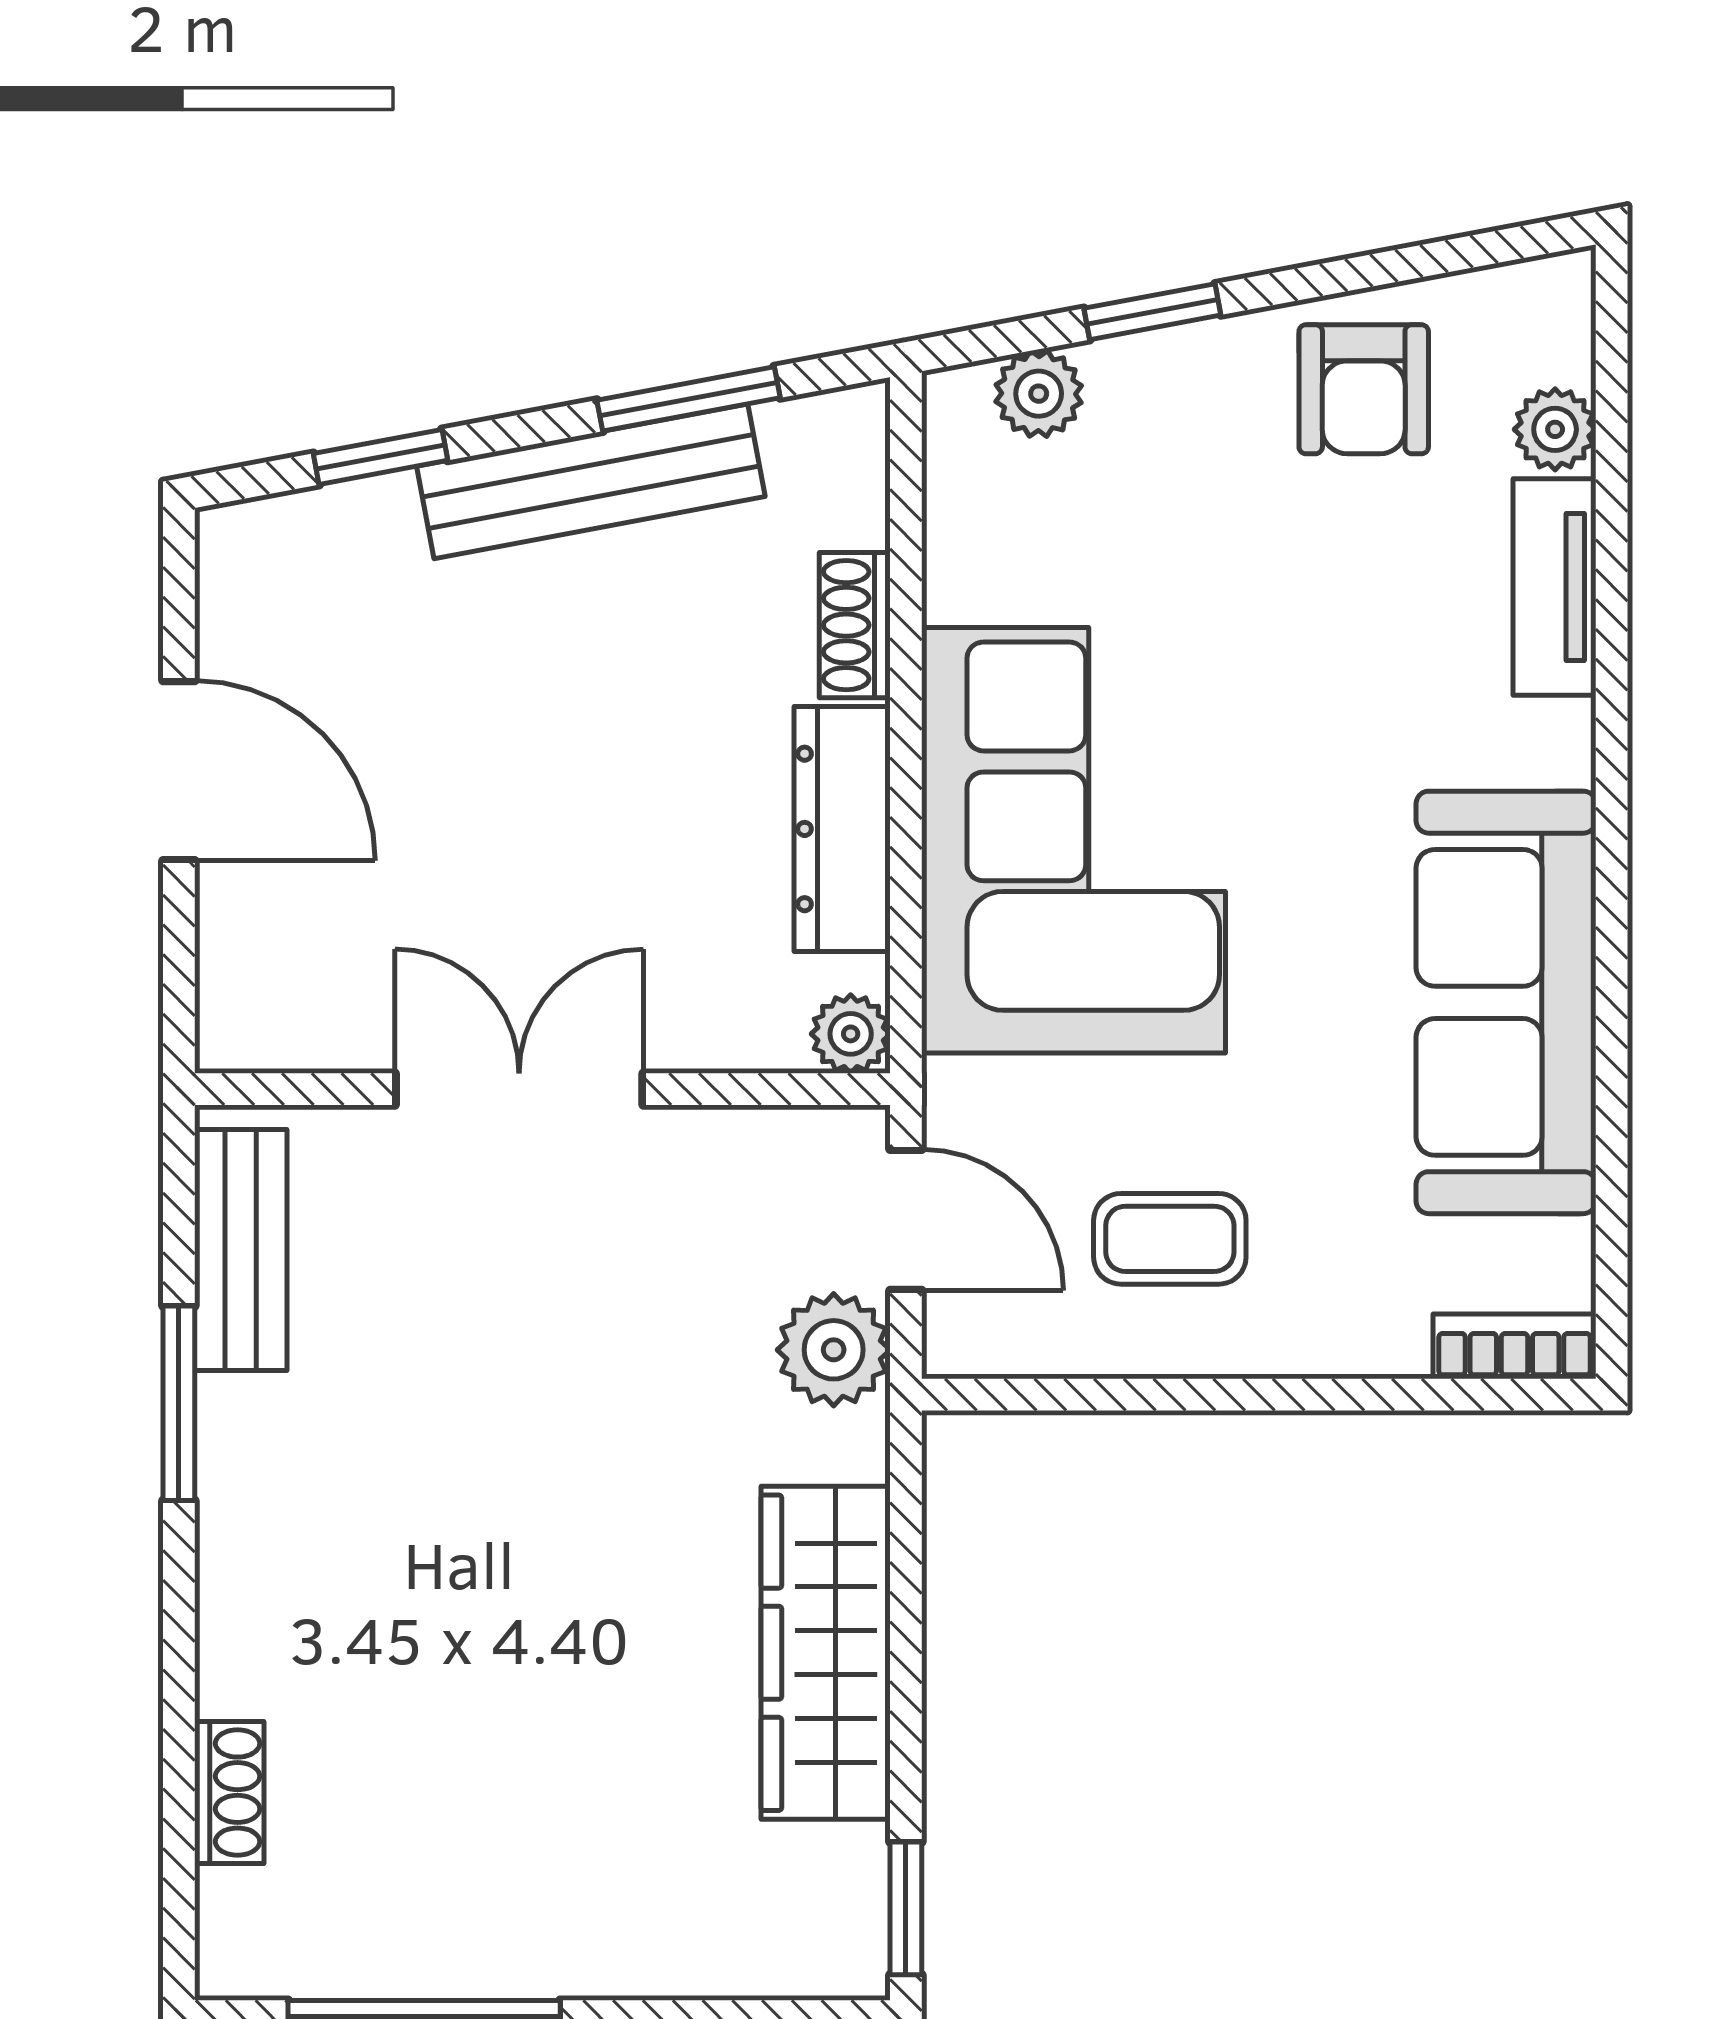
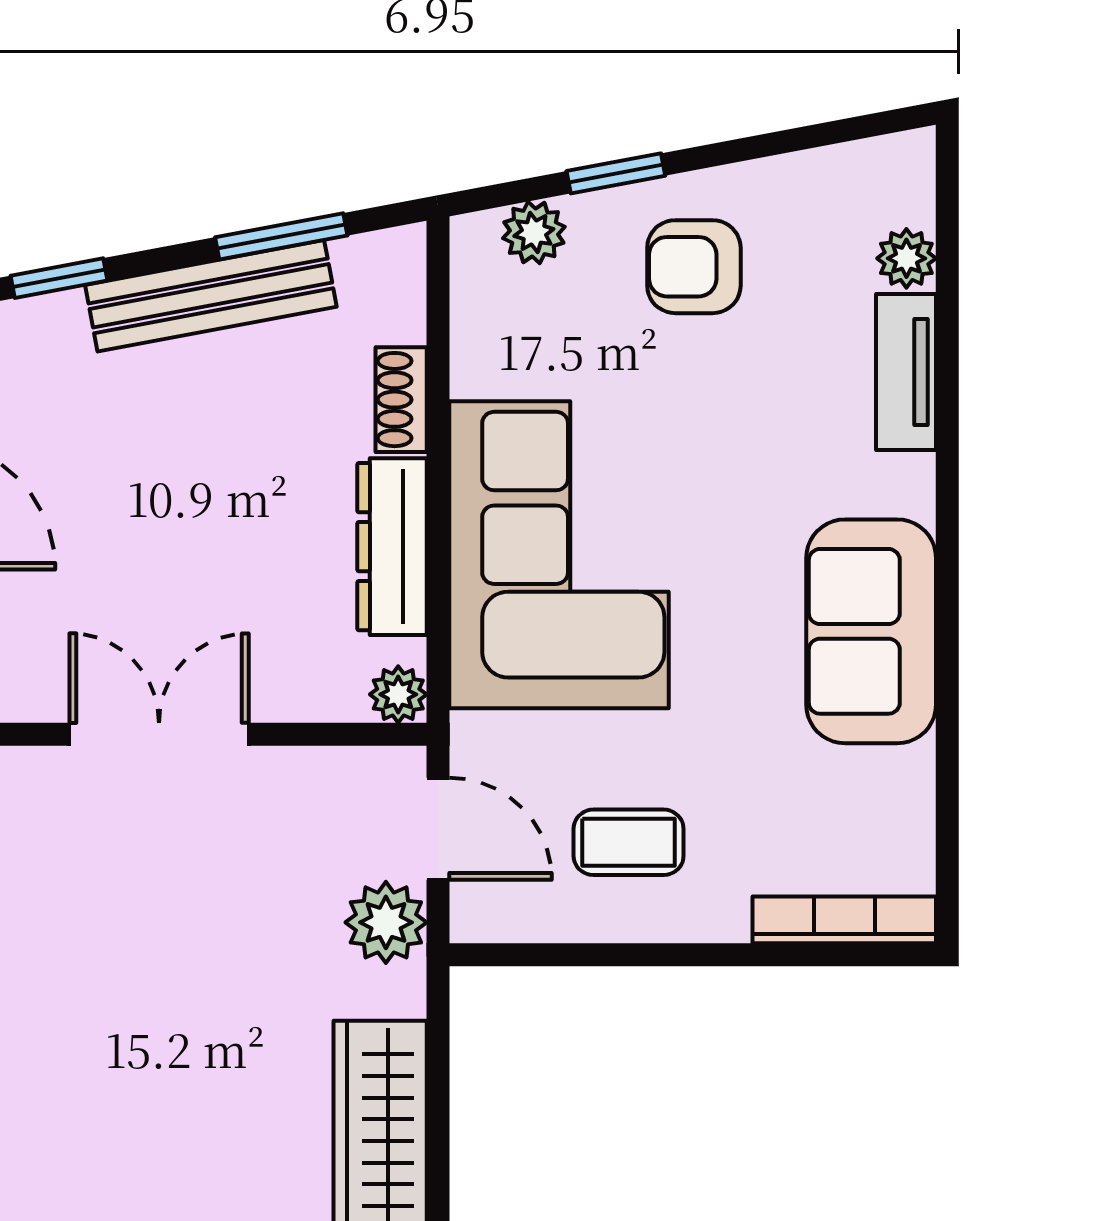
armchair: (1364, 389) -> (694, 267), moved, turned 90
sofa: (1506, 1002) -> (871, 631), width x0.73
bookcase: (1515, 1346) -> (844, 920), width x1.56

